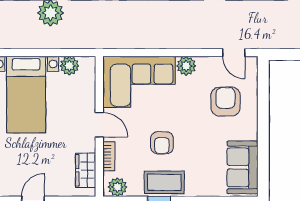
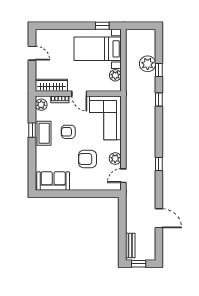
plant: (186, 66) -> (115, 159), moved
armchair: (225, 102) -> (87, 159), moved, turned 180
door: (99, 125) -> (79, 94), hinge flipped
wardrobe: (86, 170) -> (51, 85), width x1.50

